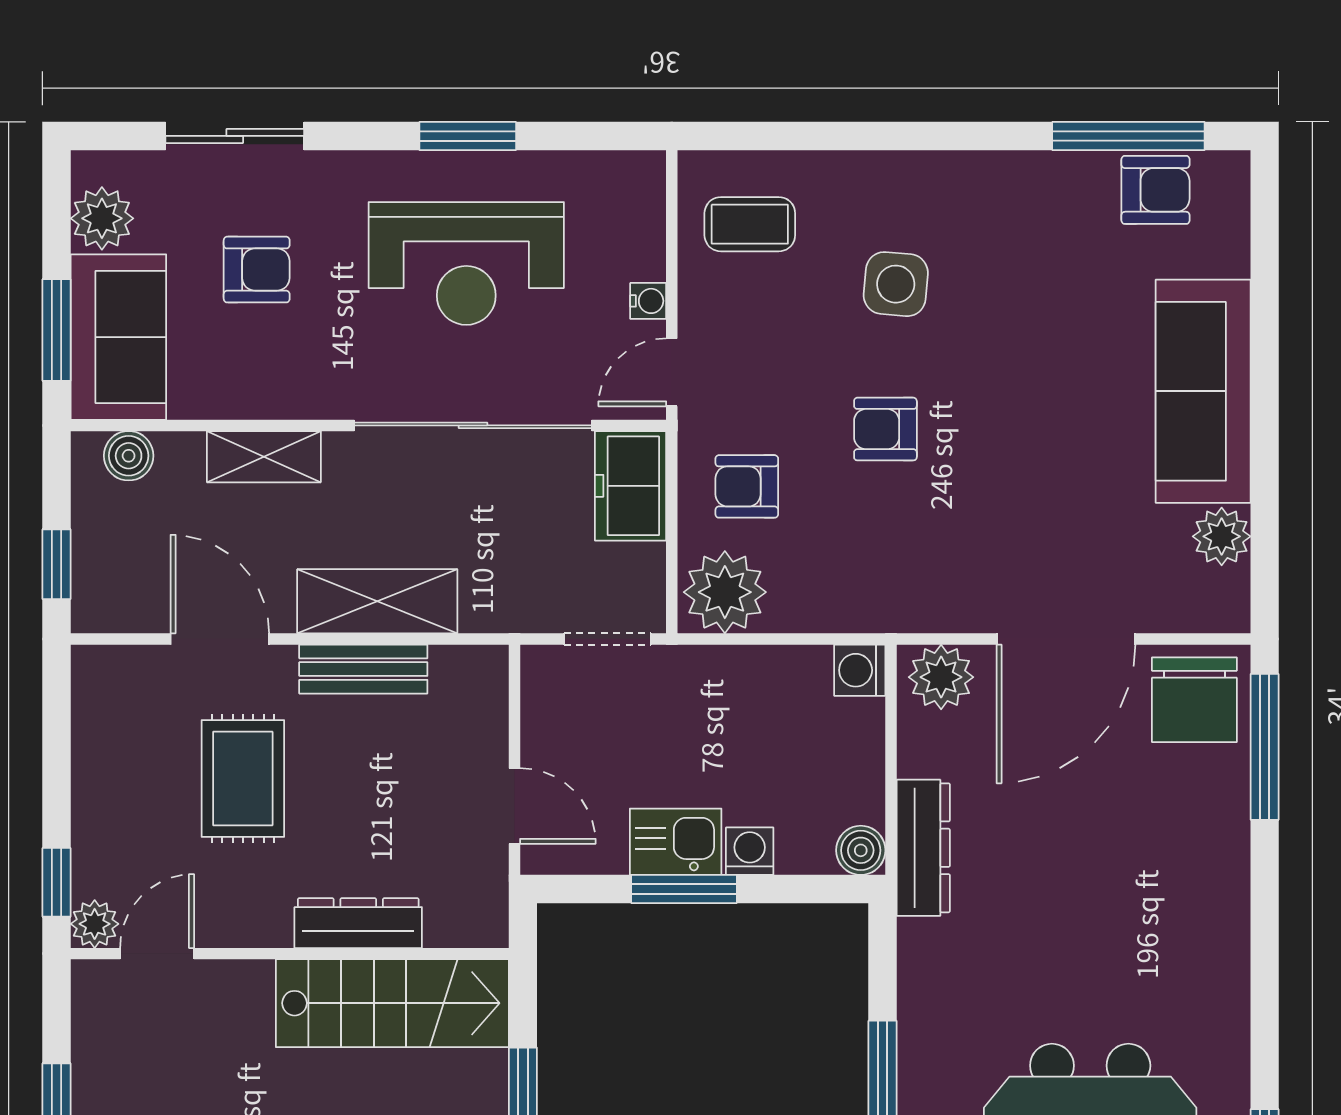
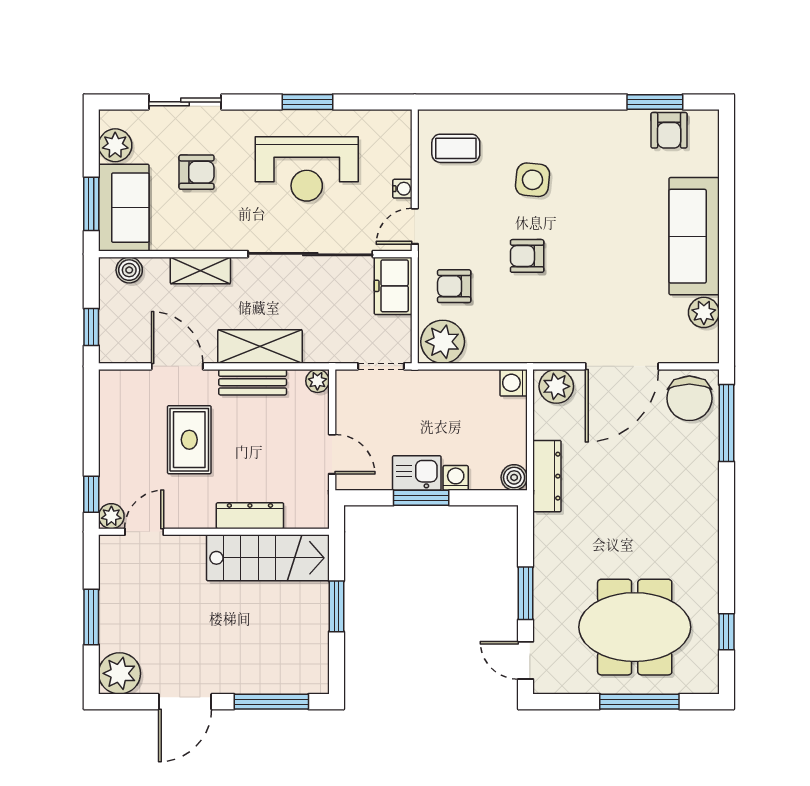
window: (1128, 136) -> (655, 102), width x0.69
armchair: (1156, 190) -> (669, 130), turned 90
plant: (487, 667) -> (317, 381), added

